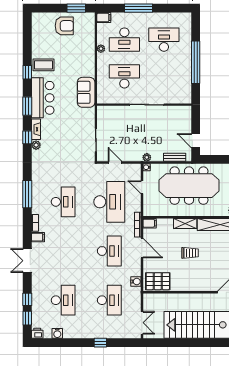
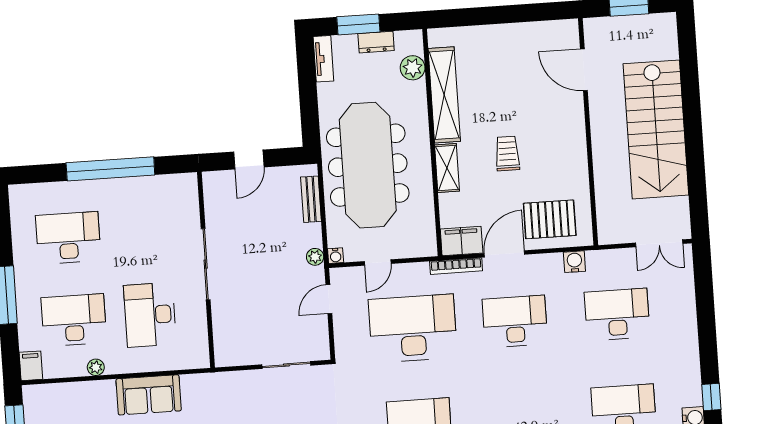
desk: (124, 40) -> (74, 320), turned -90
desk: (164, 40) -> (68, 238), turned 90
sofa: (86, 92) -> (149, 395), moved
door: (196, 141) -> (249, 159), moved
door: (115, 163) -> (329, 299), moved
filing cabinet: (150, 223) -> (462, 241), width x2.00
pallet: (158, 281) -> (550, 219), moved, turned 90
double door: (142, 323) -> (659, 243), swing flipped
window: (100, 343) -> (711, 397), moved

